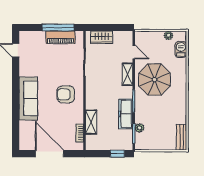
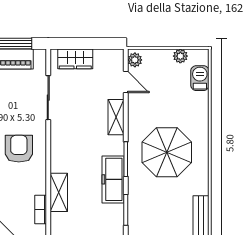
parasol: (155, 80) -> (167, 152), moved
armchair: (66, 94) -> (19, 149), turned 90
plant: (139, 128) -> (135, 60), moved

